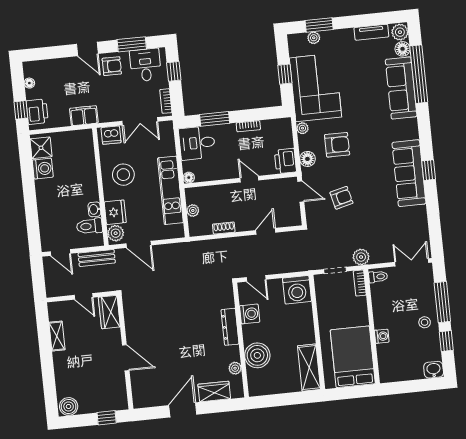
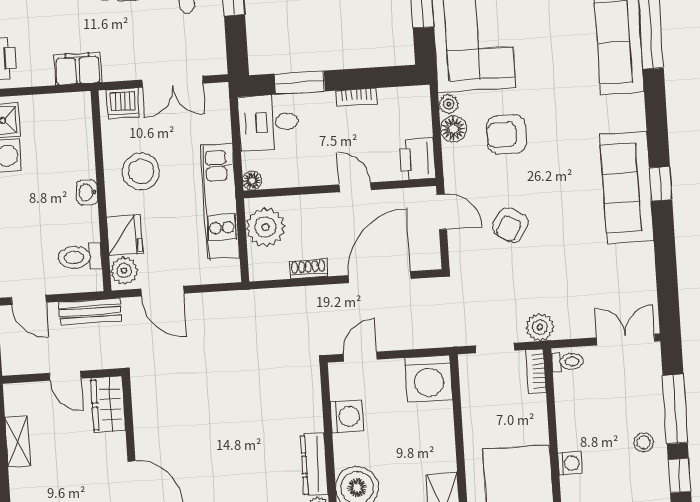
bookcase: (166, 101) -> (218, 49), removed
armchair: (337, 145) -> (506, 135), turned 180
floor lamp: (307, 159) -> (453, 129), moved
armchair: (341, 198) -> (510, 225), turned 135
washbasin: (94, 209) -> (87, 192), moved
plant: (193, 210) -> (265, 227), width x1.88, depth x1.88
door: (266, 231) -> (379, 277), width x1.87
door: (256, 278) -> (360, 357), swing flipped
dresser: (230, 327) -> (314, 464), moved

